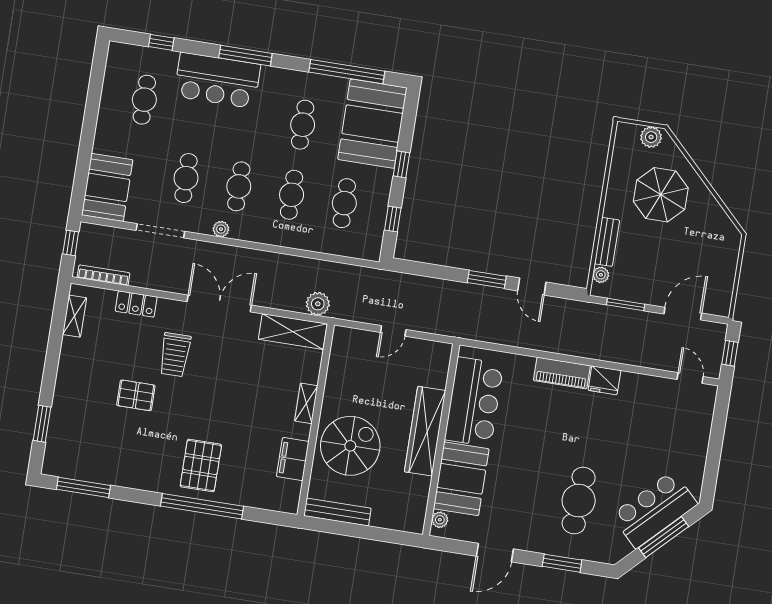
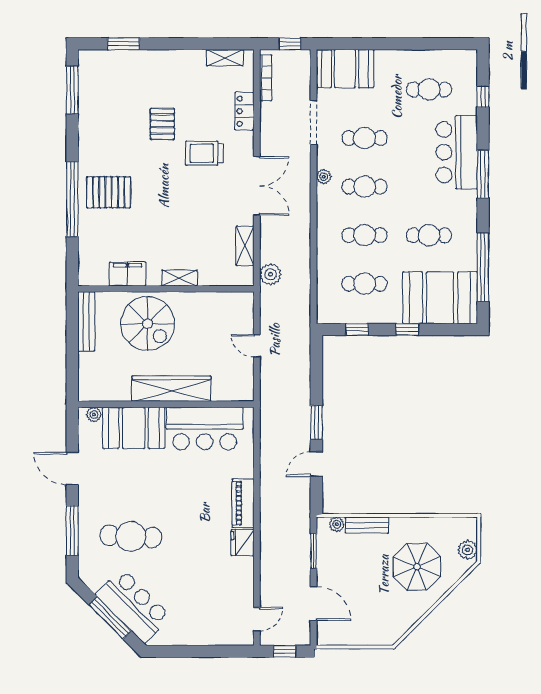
shelving: (293, 331) -> (245, 246), width x0.67, depth x0.75
window: (562, 563) -> (72, 530), width x1.44

